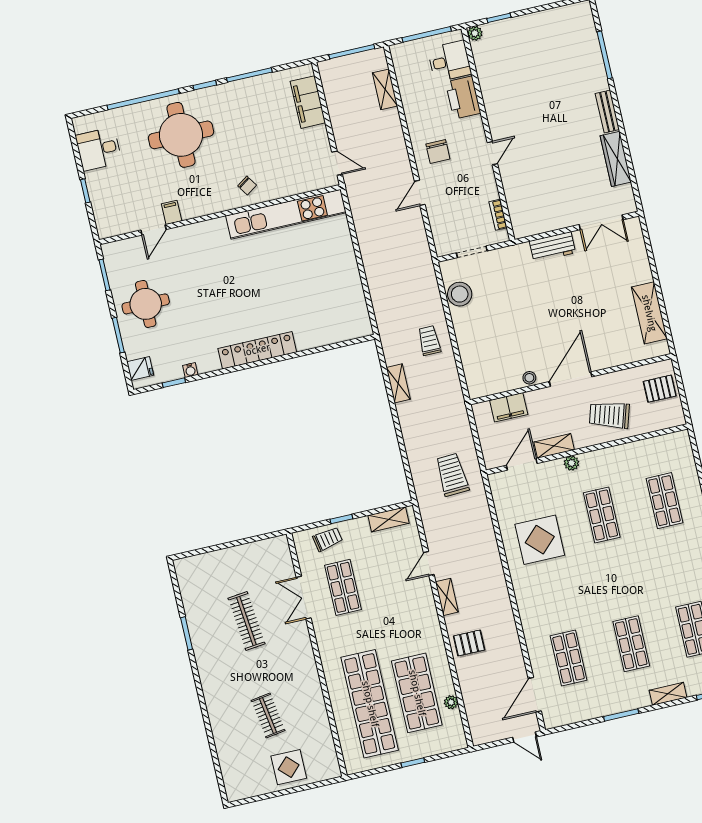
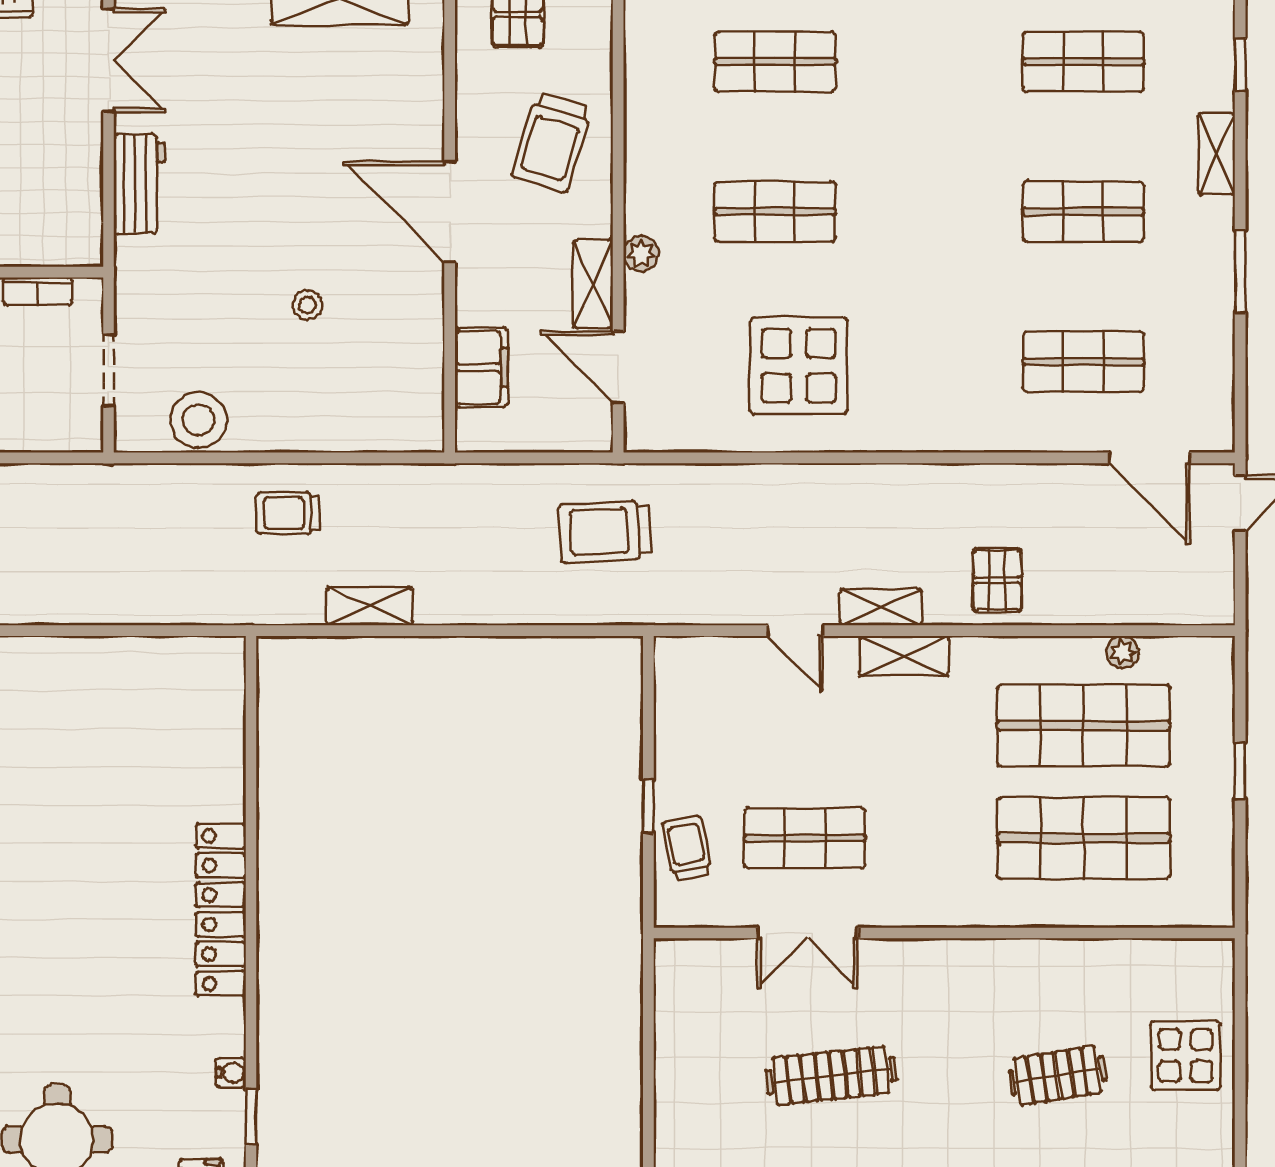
stool: (529, 378) -> (307, 305), moved
shelving: (389, 519) -> (904, 656), moved, turned 90
shop shelf: (370, 704) -> (1084, 838), width x0.71

